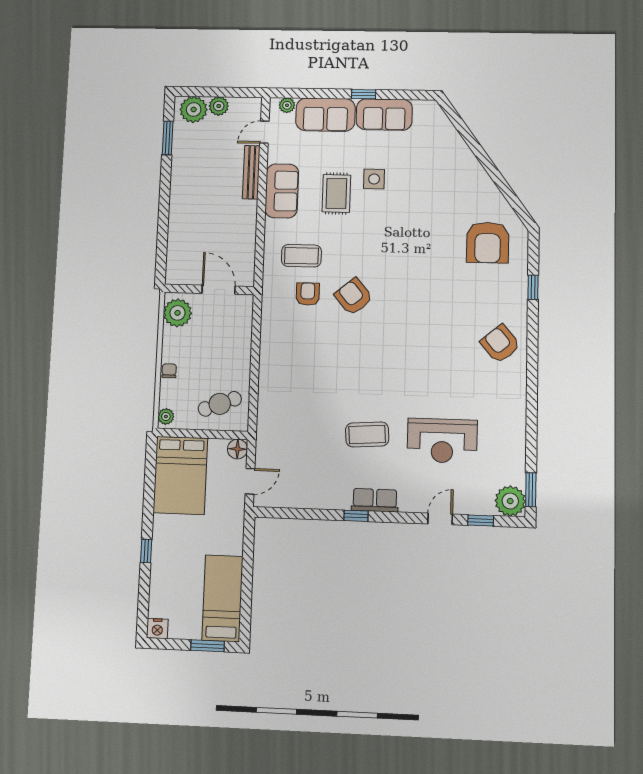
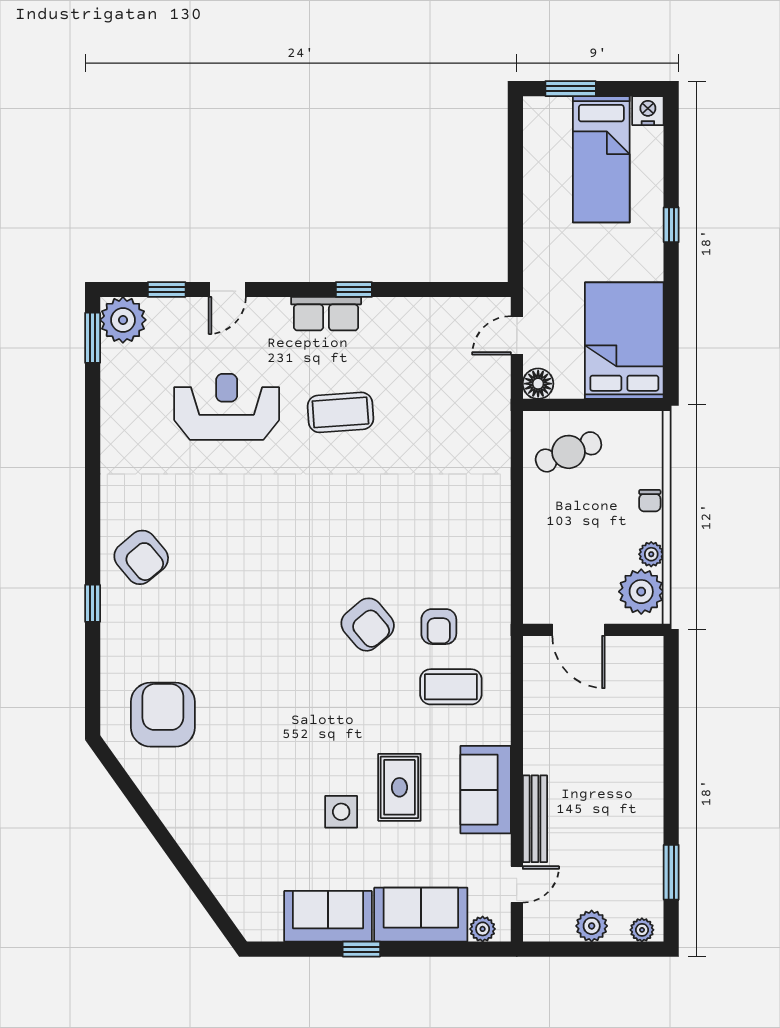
plant: (194, 110) -> (642, 930), width x0.53, depth x0.53
window: (533, 287) -> (93, 603), moved
plant: (166, 416) -> (651, 554), moved
bed: (222, 598) -> (601, 159), moved

